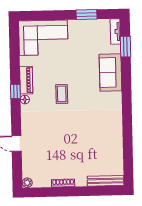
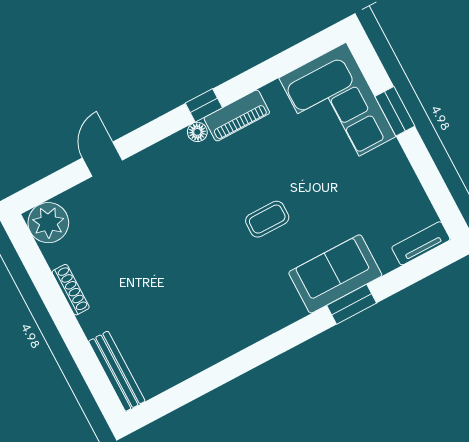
window: (86, 15) -> (395, 111), moved
window: (125, 47) -> (352, 304), moved
coffee table: (62, 94) -> (267, 219), moved
plant: (27, 183) -> (48, 223), width x1.88, depth x1.88

